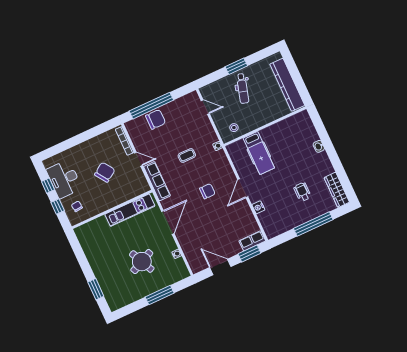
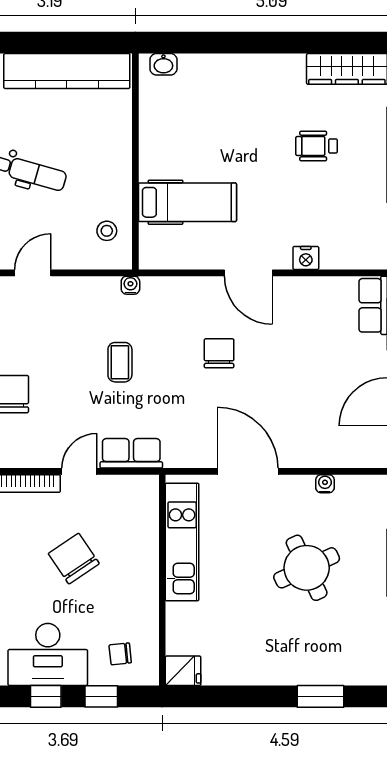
washbasin: (319, 146) -> (163, 64), moved
row of seats: (157, 181) -> (131, 453), width x0.68
fridge: (82, 233) -> (183, 671), added

